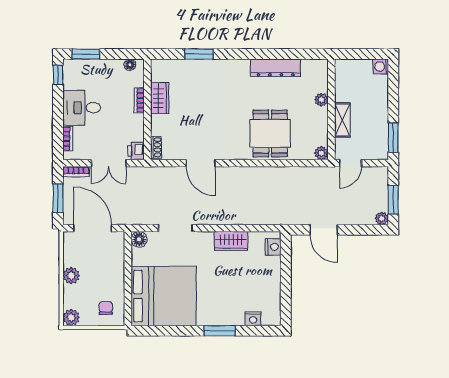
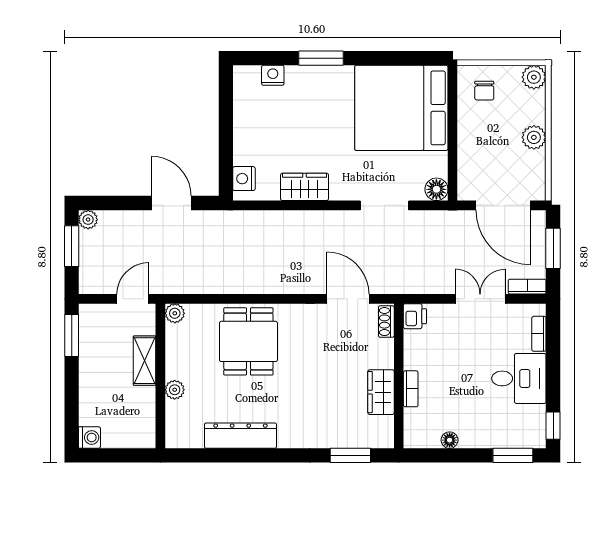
wardrobe: (160, 98) -> (381, 392), moved
bookcase: (139, 100) -> (411, 389), moved
wall: (147, 109) -> (399, 376), moved
shoe rack: (156, 147) -> (386, 322), moved
printer: (136, 151) -> (415, 316), moved

